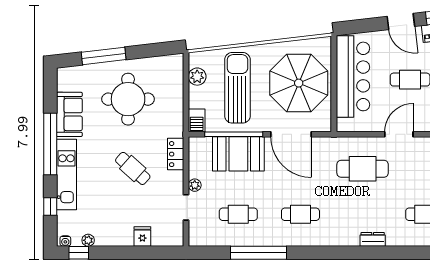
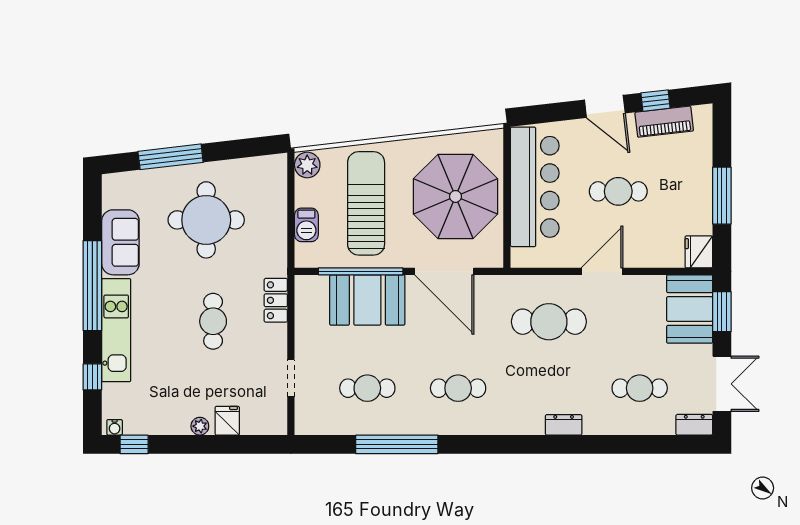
plant: (197, 77) -> (307, 165), moved
barbecue: (197, 120) -> (306, 225), moved
cafe table: (133, 168) -> (213, 321), turned 48
plant: (195, 185) -> (304, 346), removed
plant: (88, 240) -> (200, 426), moved

